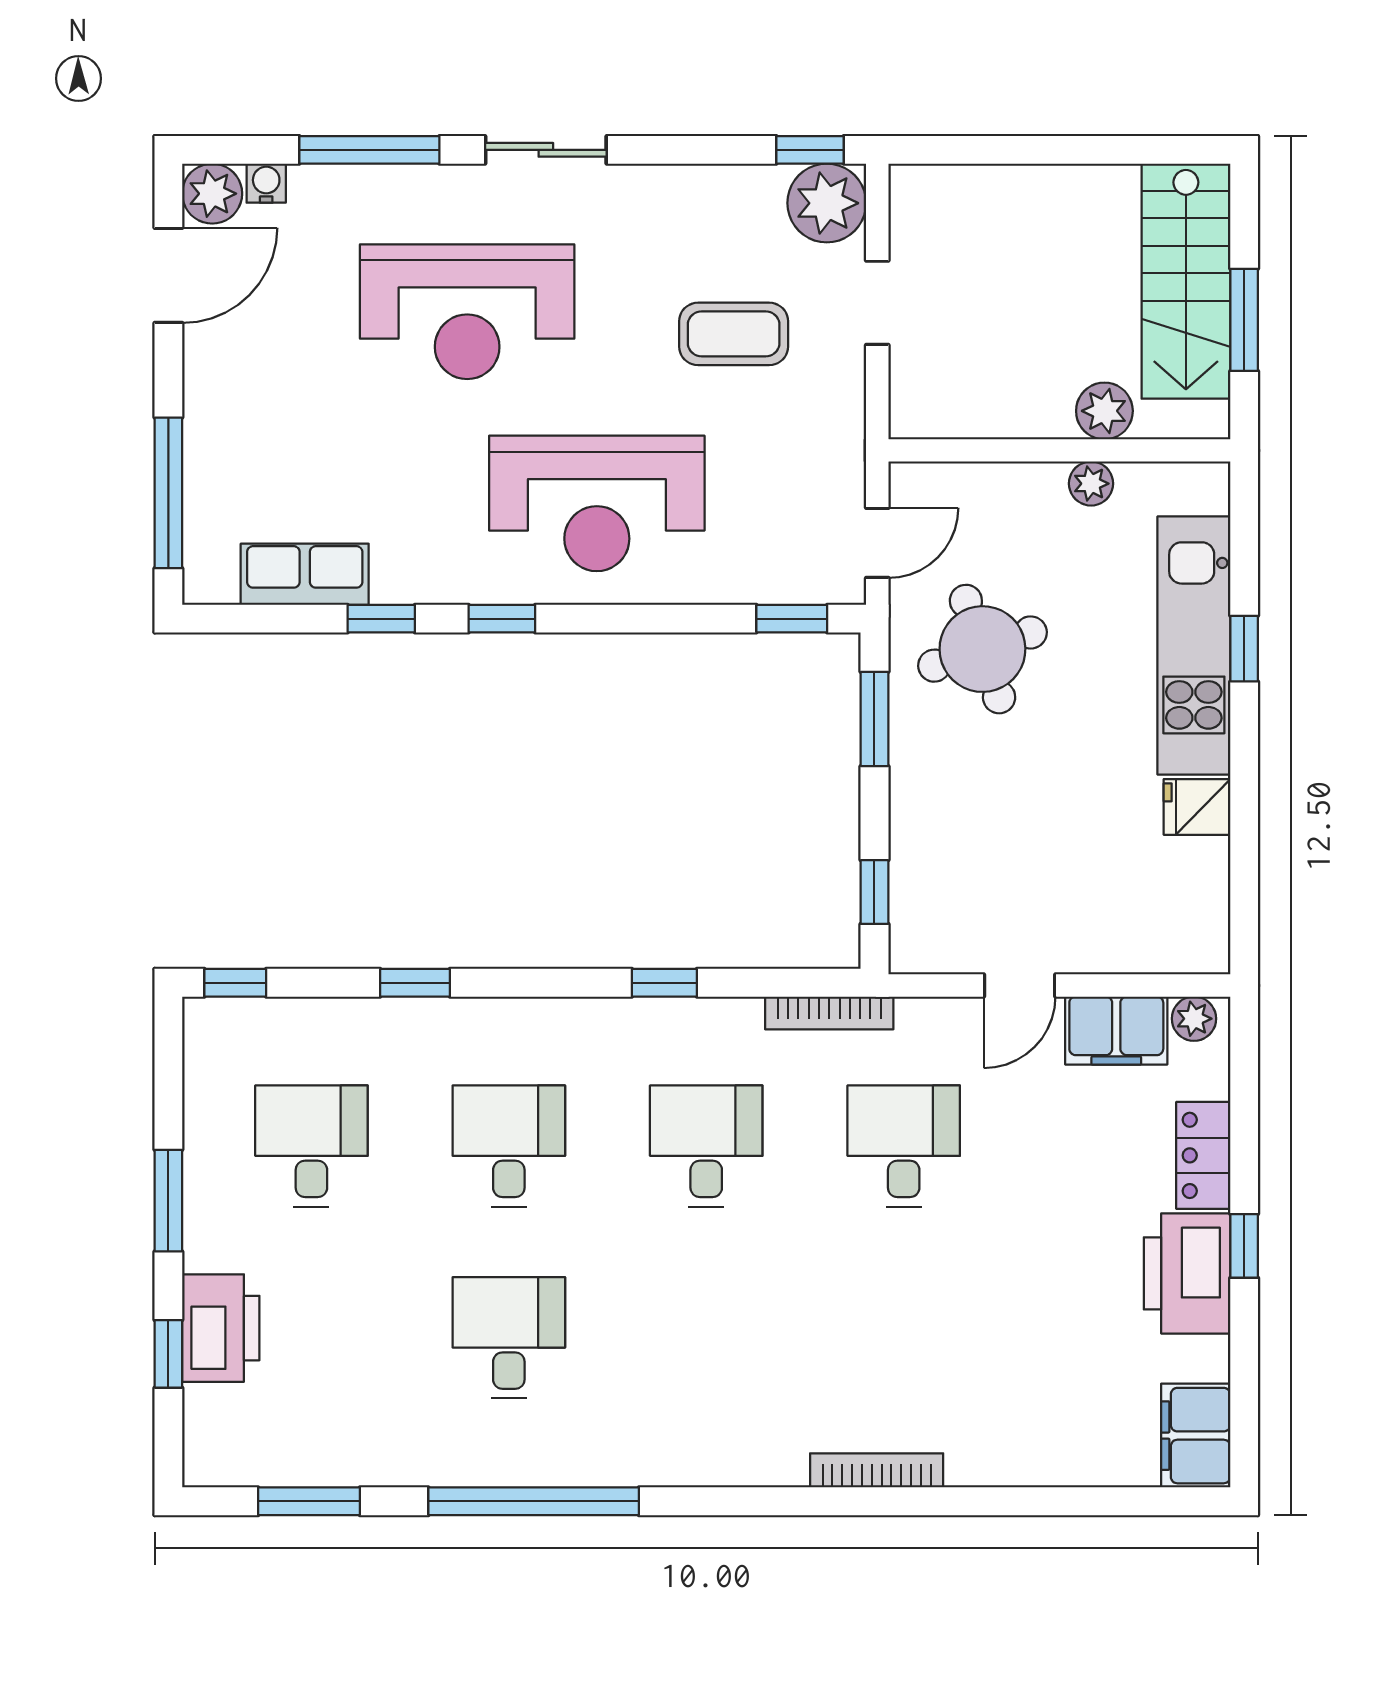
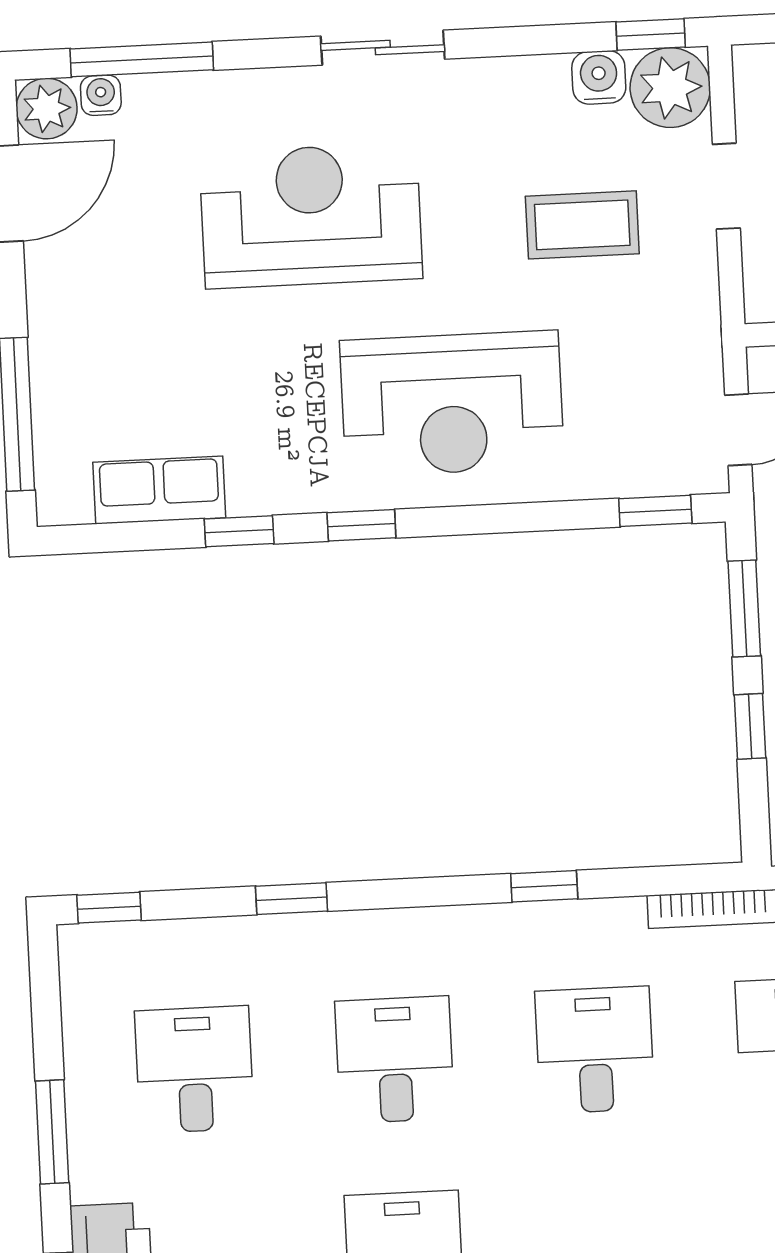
window: (369, 150) -> (142, 59), moved
water cooler: (757, 190) -> (599, 77), added
reception desk: (467, 312) -> (311, 216), turned 180
window: (874, 892) -> (750, 726), moved

